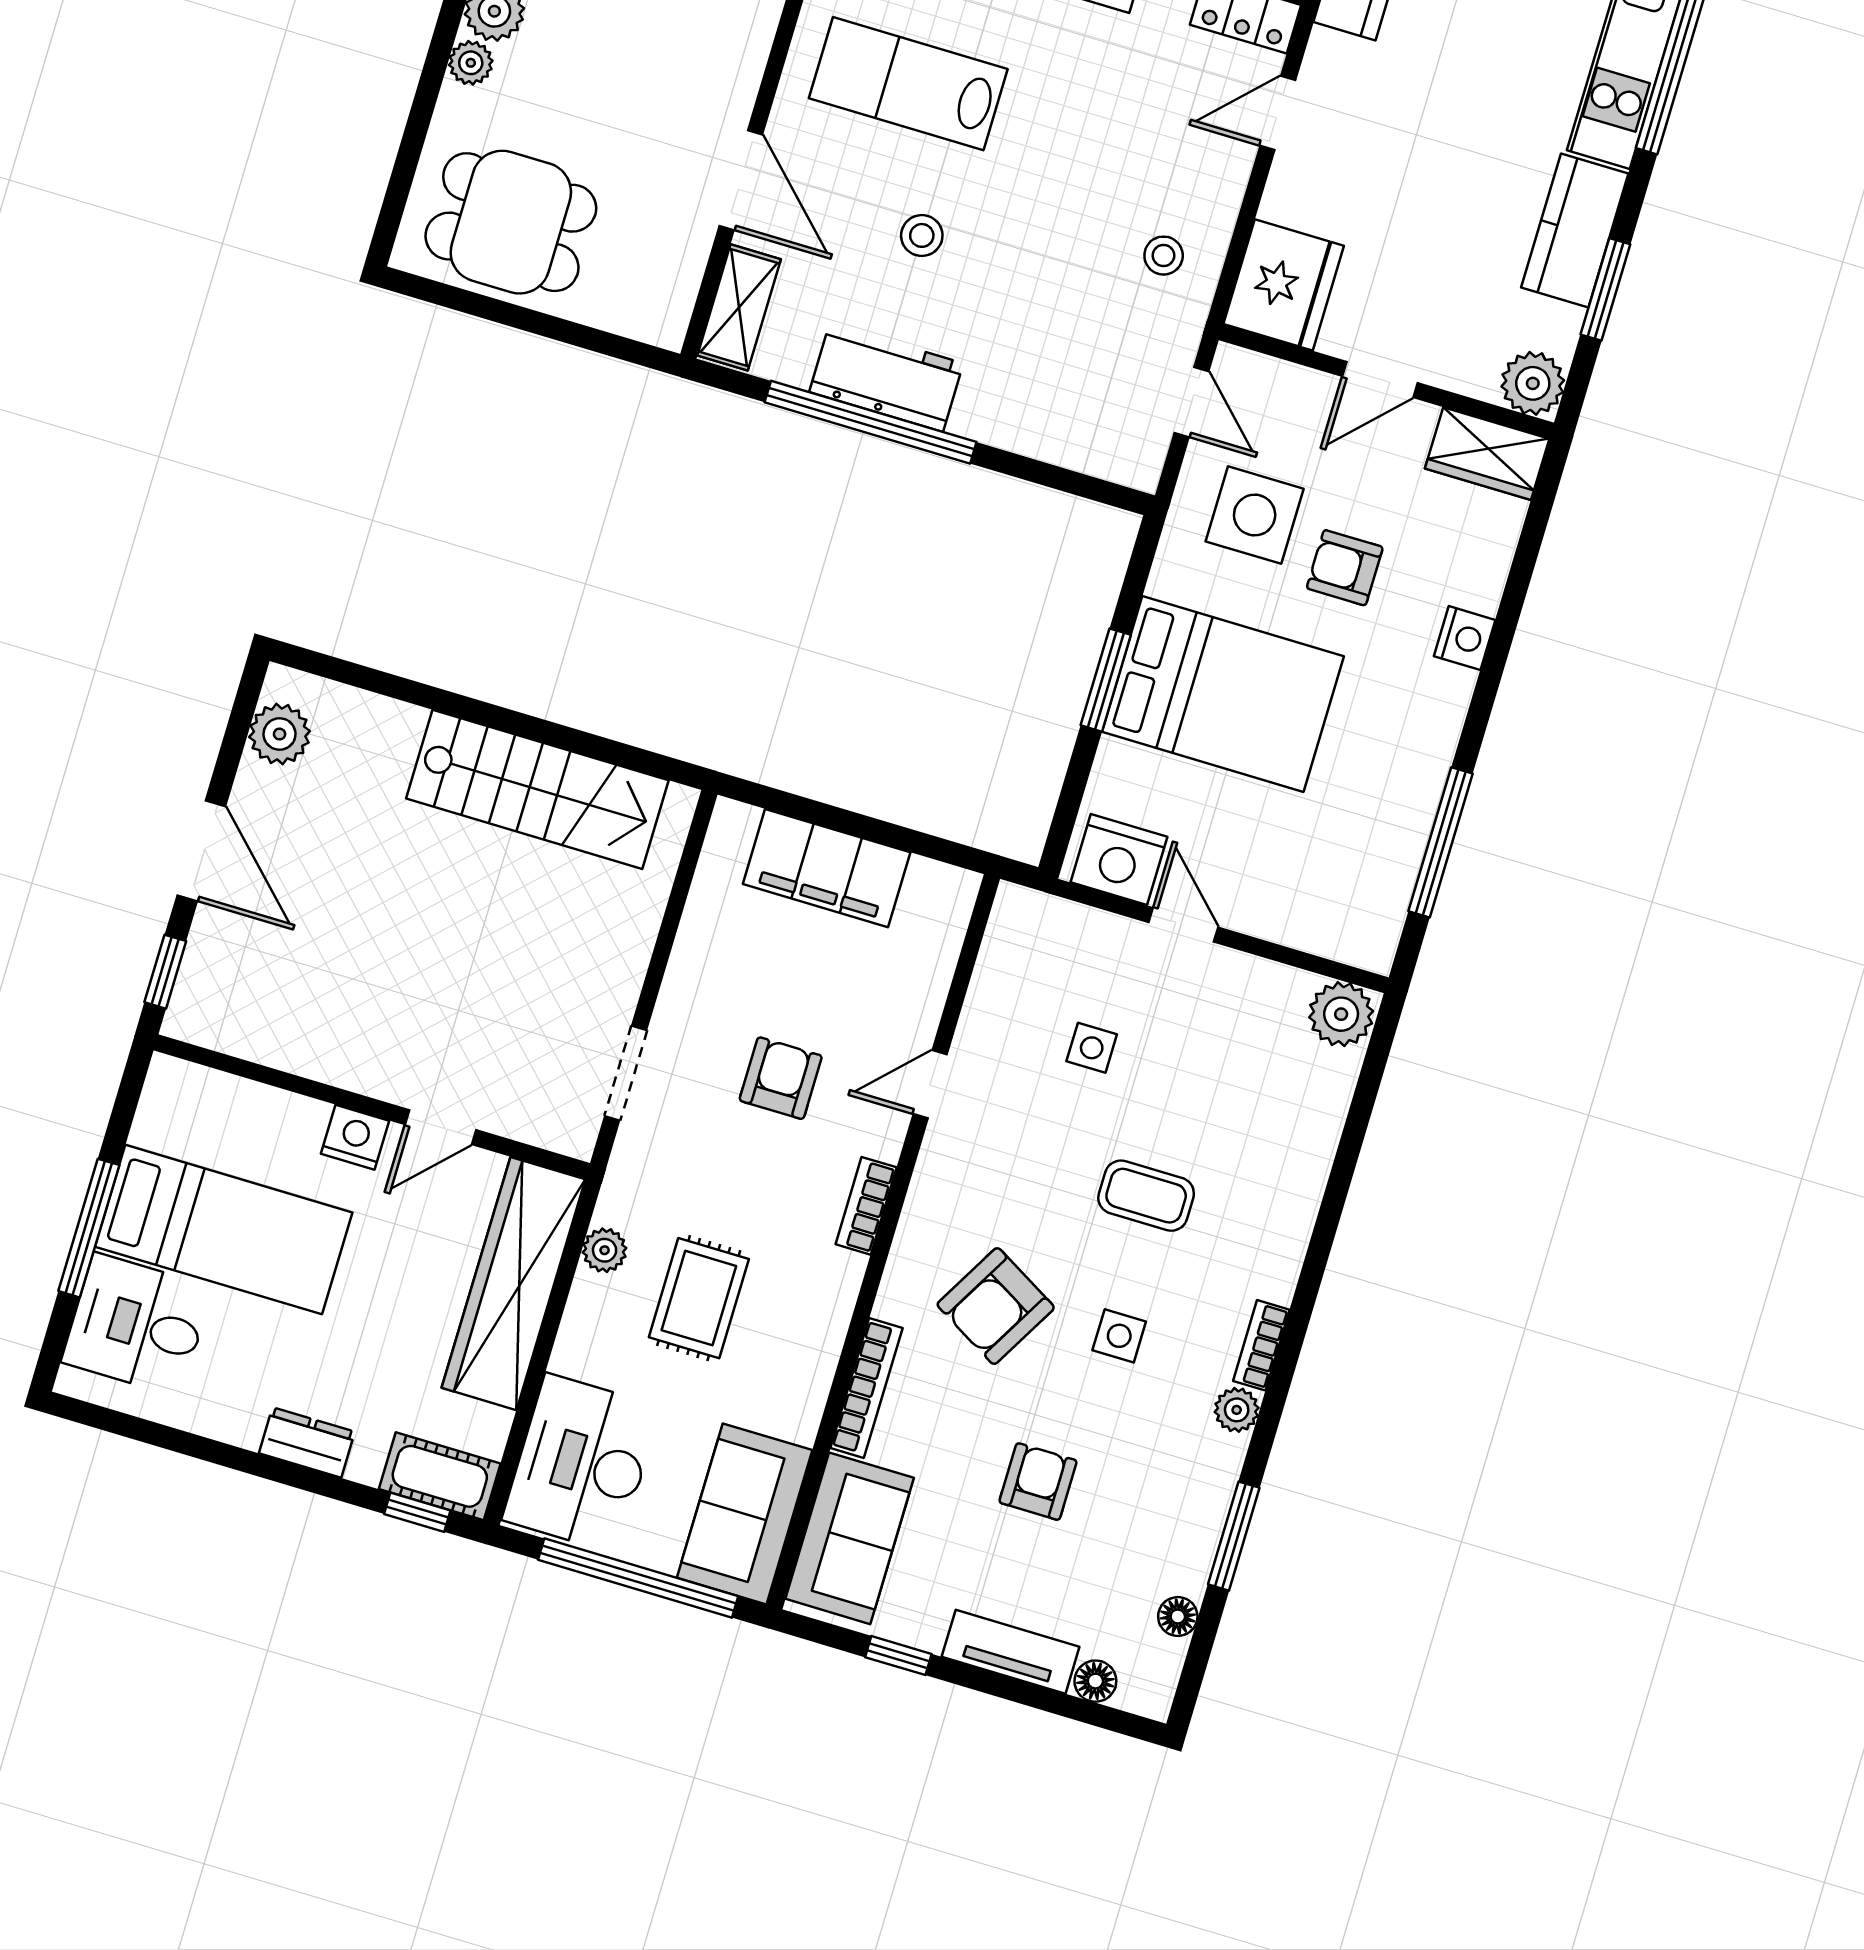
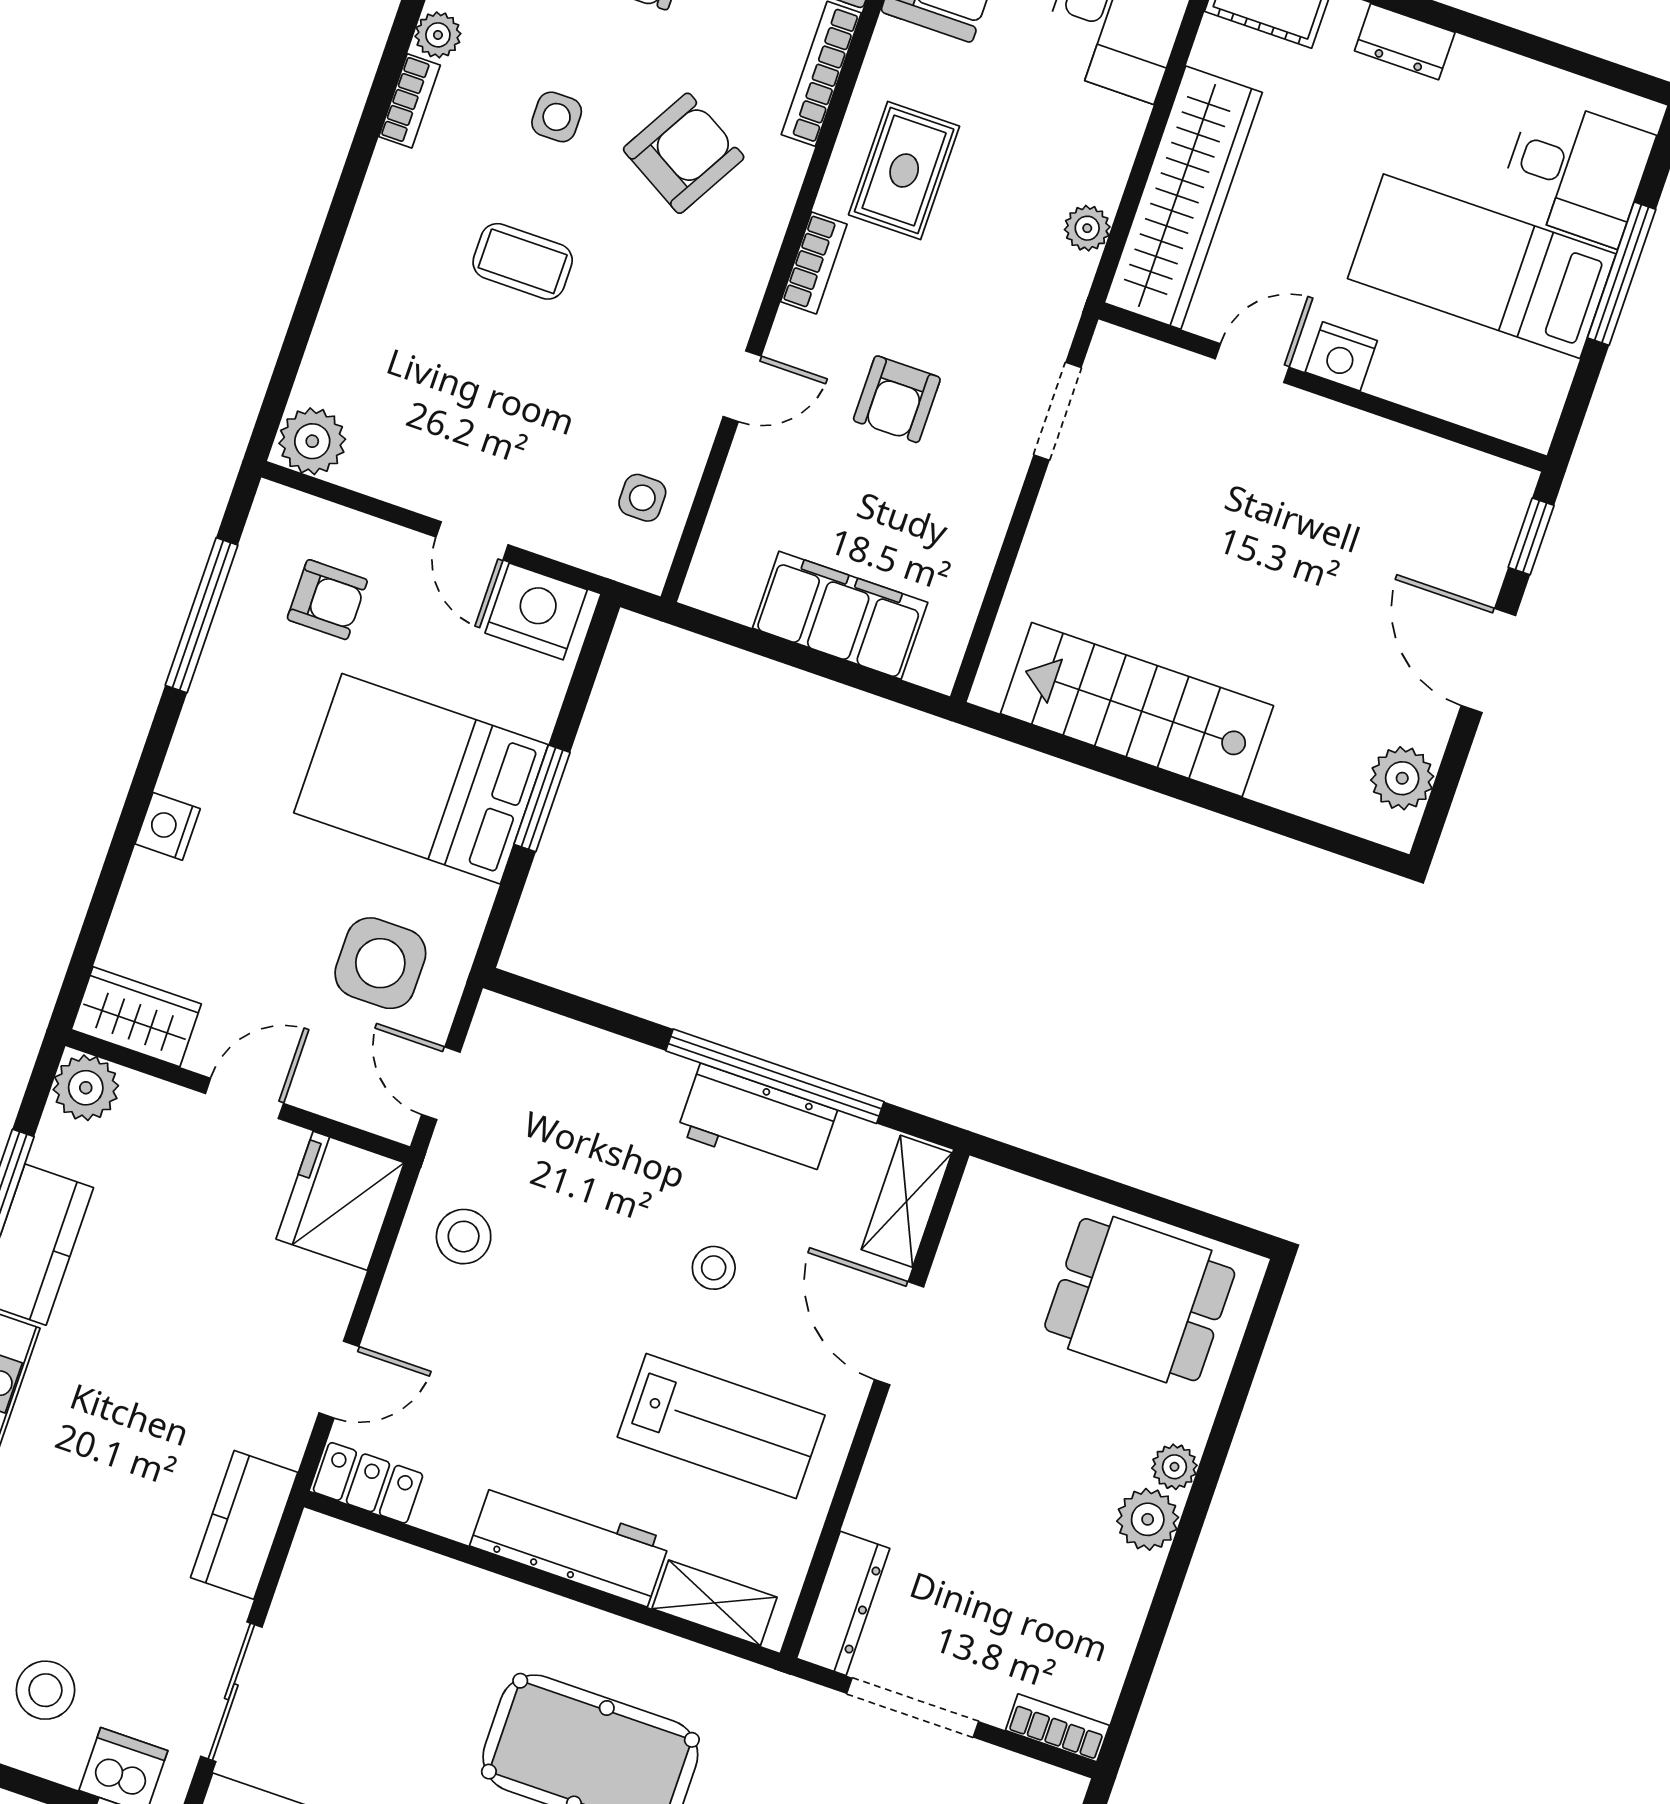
stool: (1164, 256) -> (464, 1237), width x1.37, depth x1.37
armchair: (1345, 568) -> (327, 600), moved
side table: (1092, 1048) -> (642, 498), moved
rug: (699, 1298) -> (904, 170), moved

